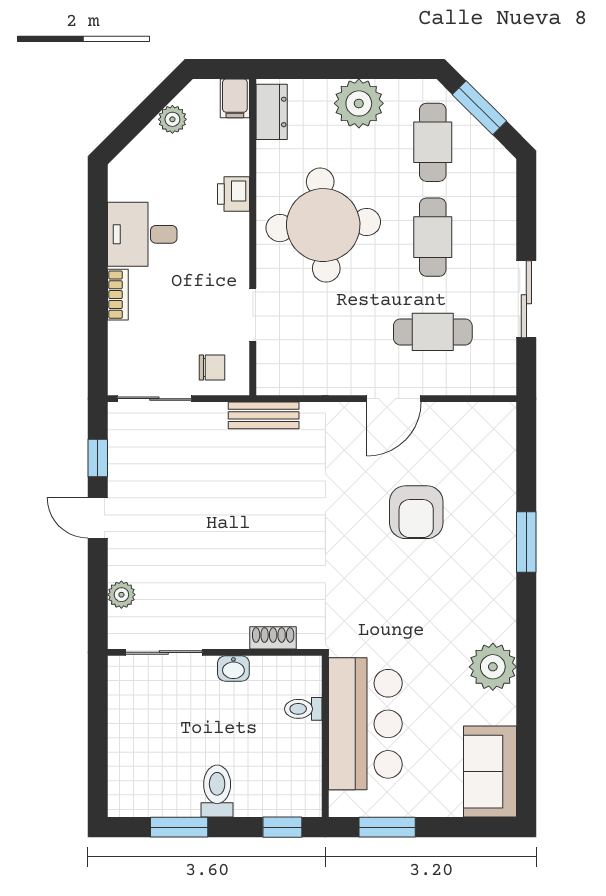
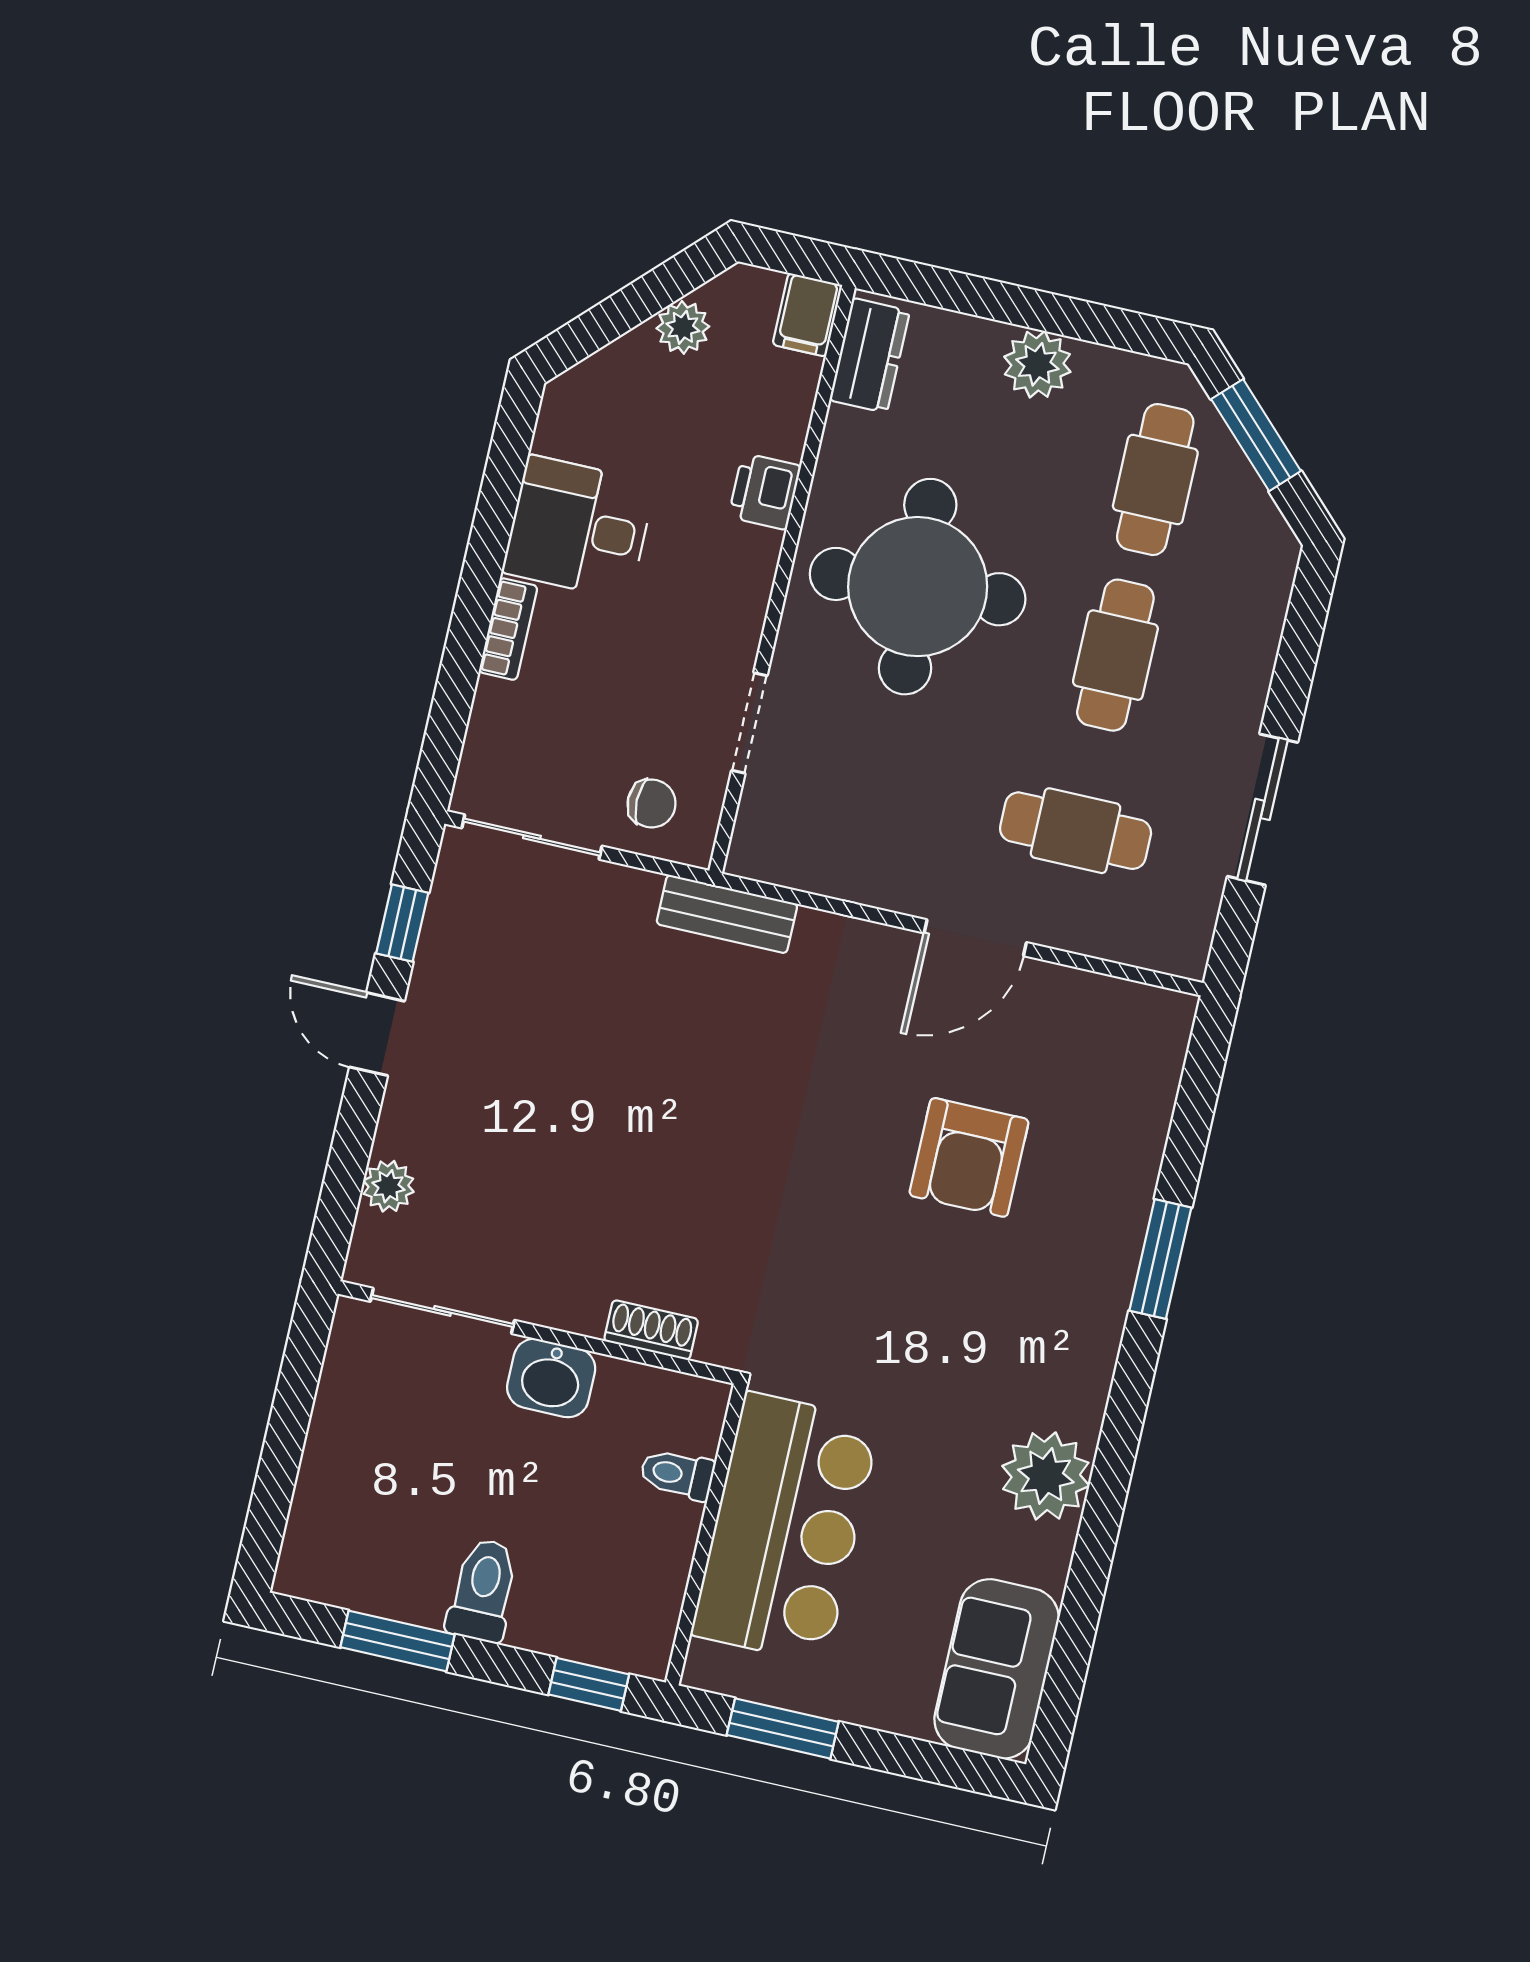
plant: (359, 103) -> (1037, 364), width x0.73, depth x0.73
washbasin: (233, 668) -> (551, 1378), width x1.38, depth x1.45

